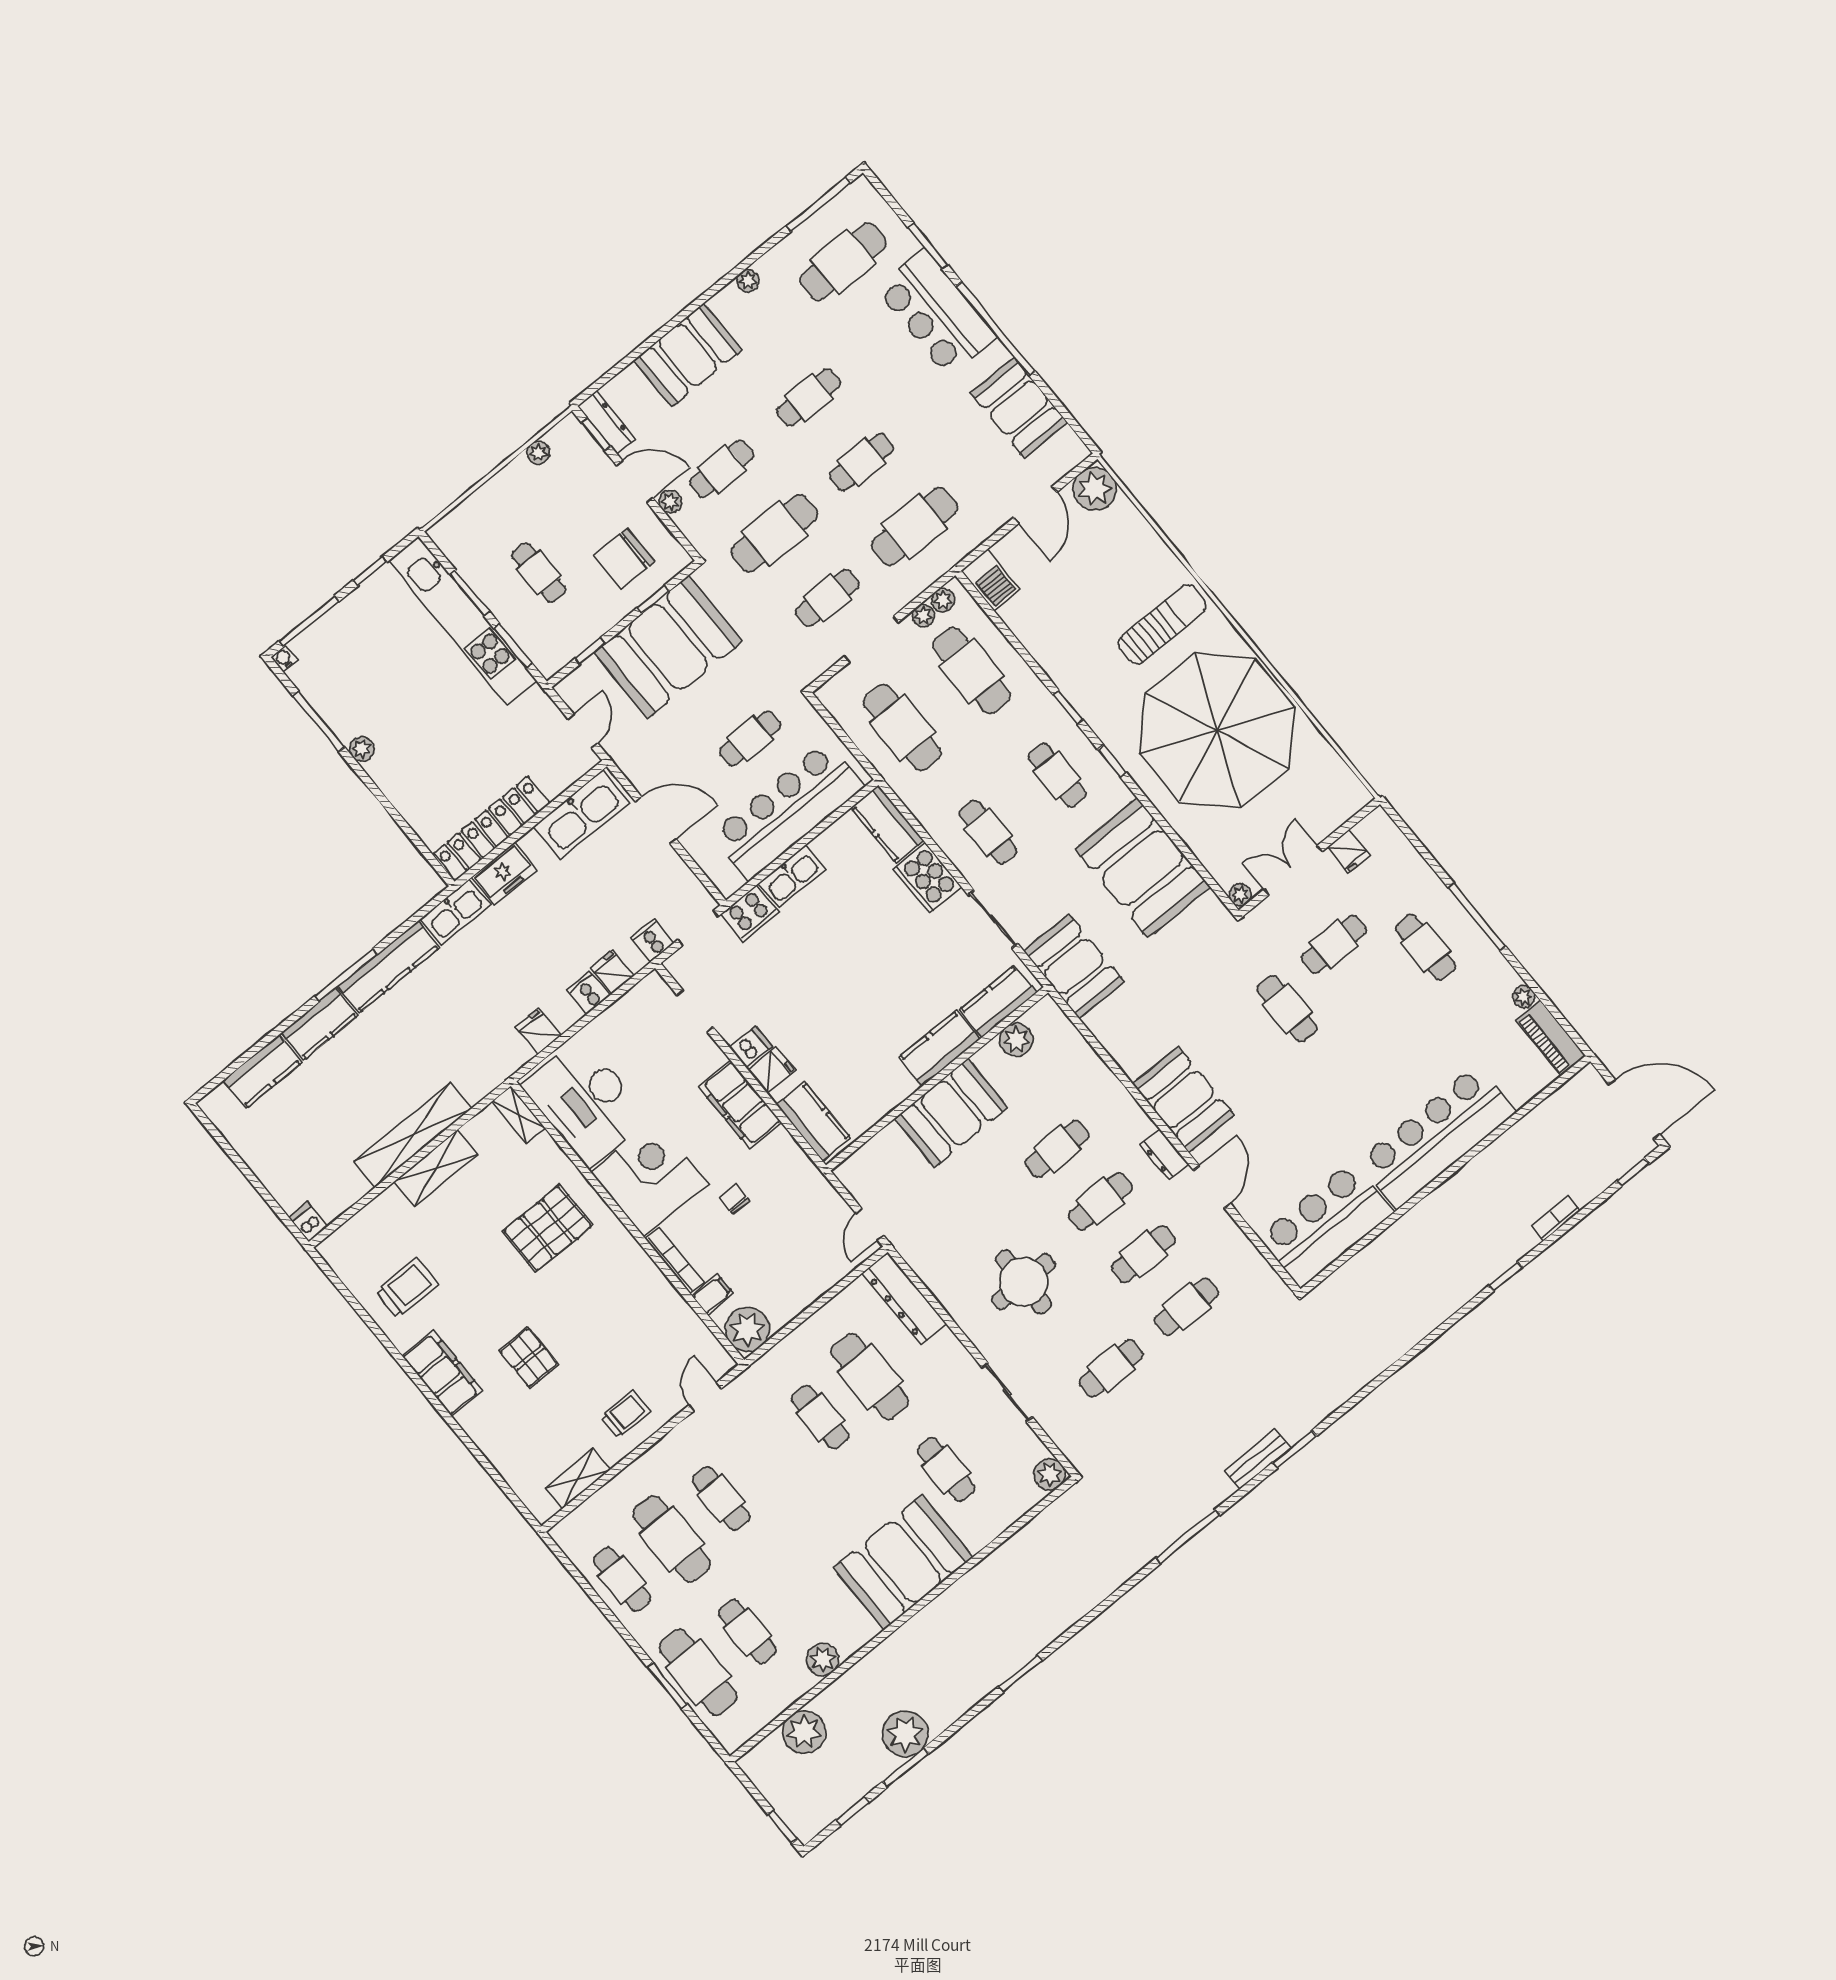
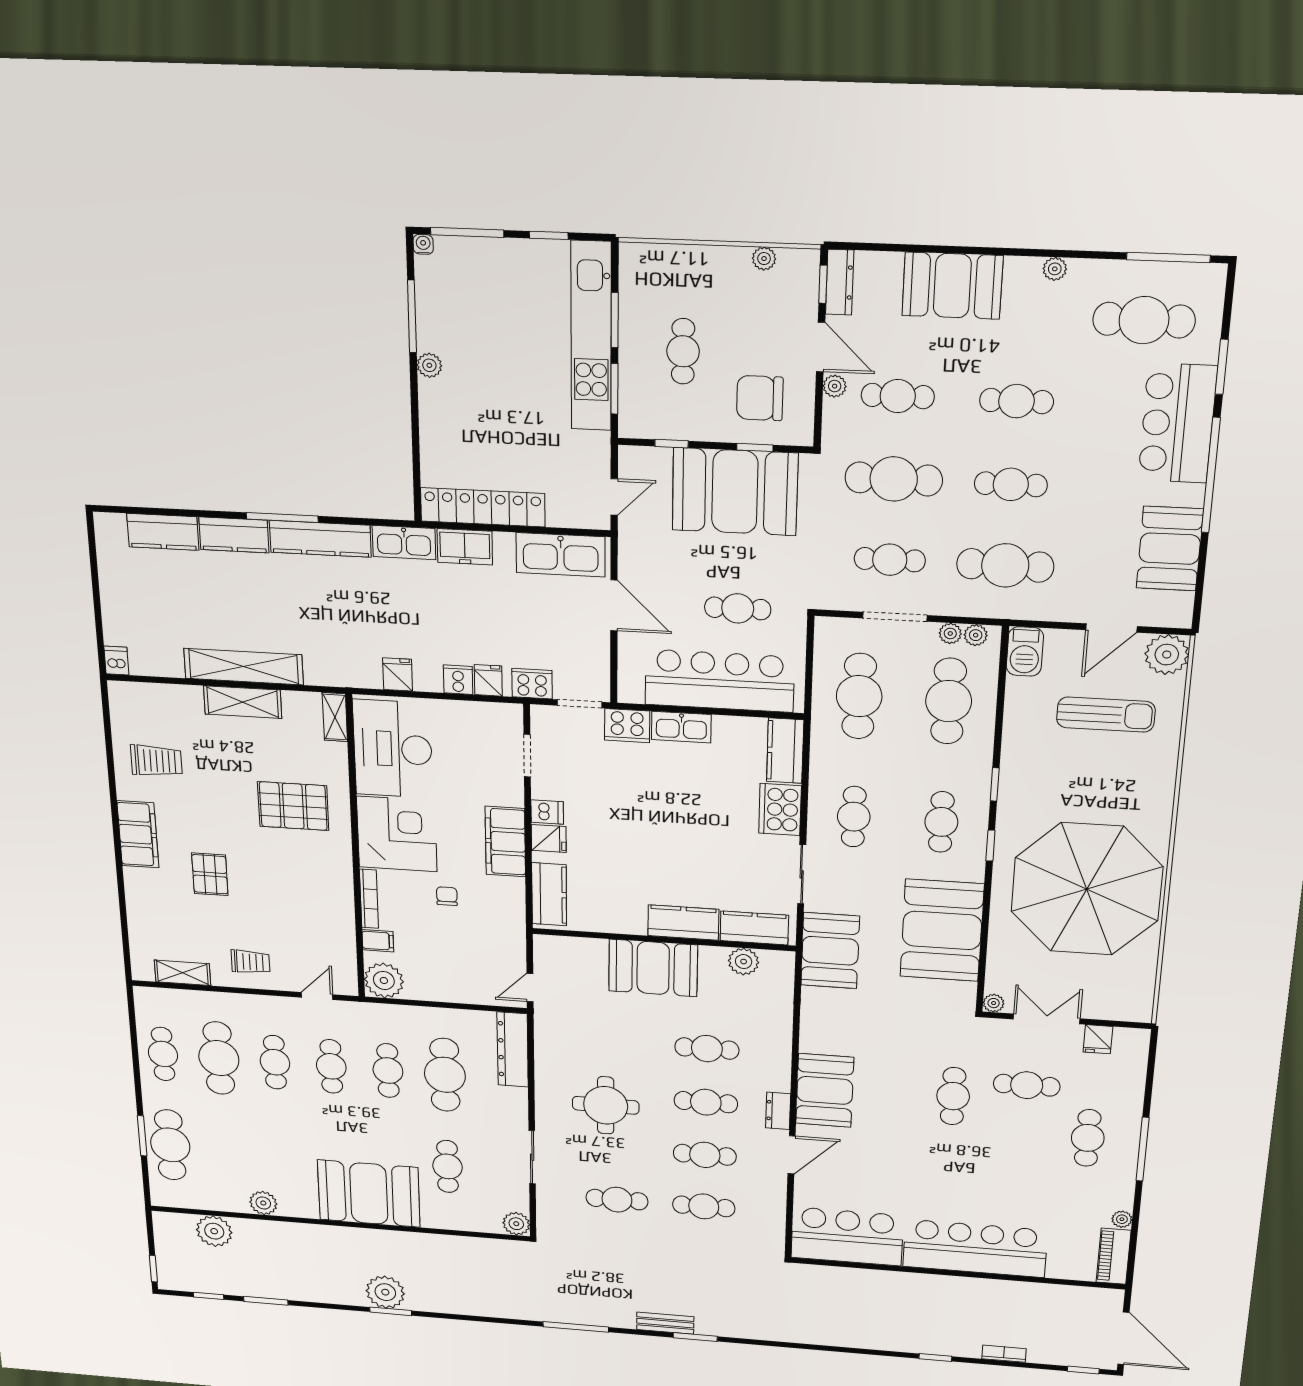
sun lounger: (1162, 624) -> (1106, 715), moved
cooker: (652, 940) -> (532, 684), width x1.36
cafe table: (748, 1632) -> (331, 1066), moved
plant: (905, 1734) -> (385, 1292), moved

